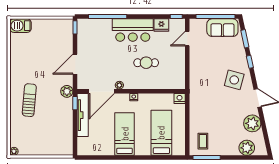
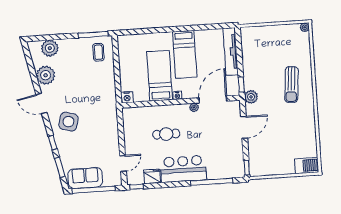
tv unit: (83, 115) -> (231, 52), moved
bed: (161, 133) -> (160, 76), moved, turned 180

